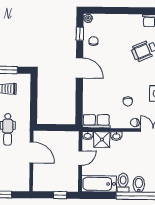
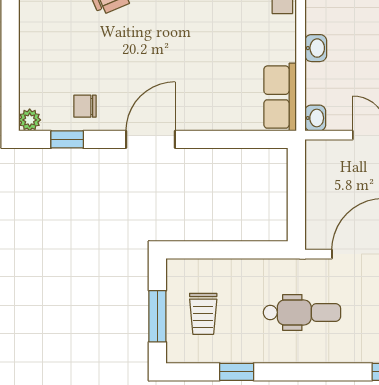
chair: (128, 101) -> (231, 21), removed
shower: (102, 139) -> (324, 83), removed

